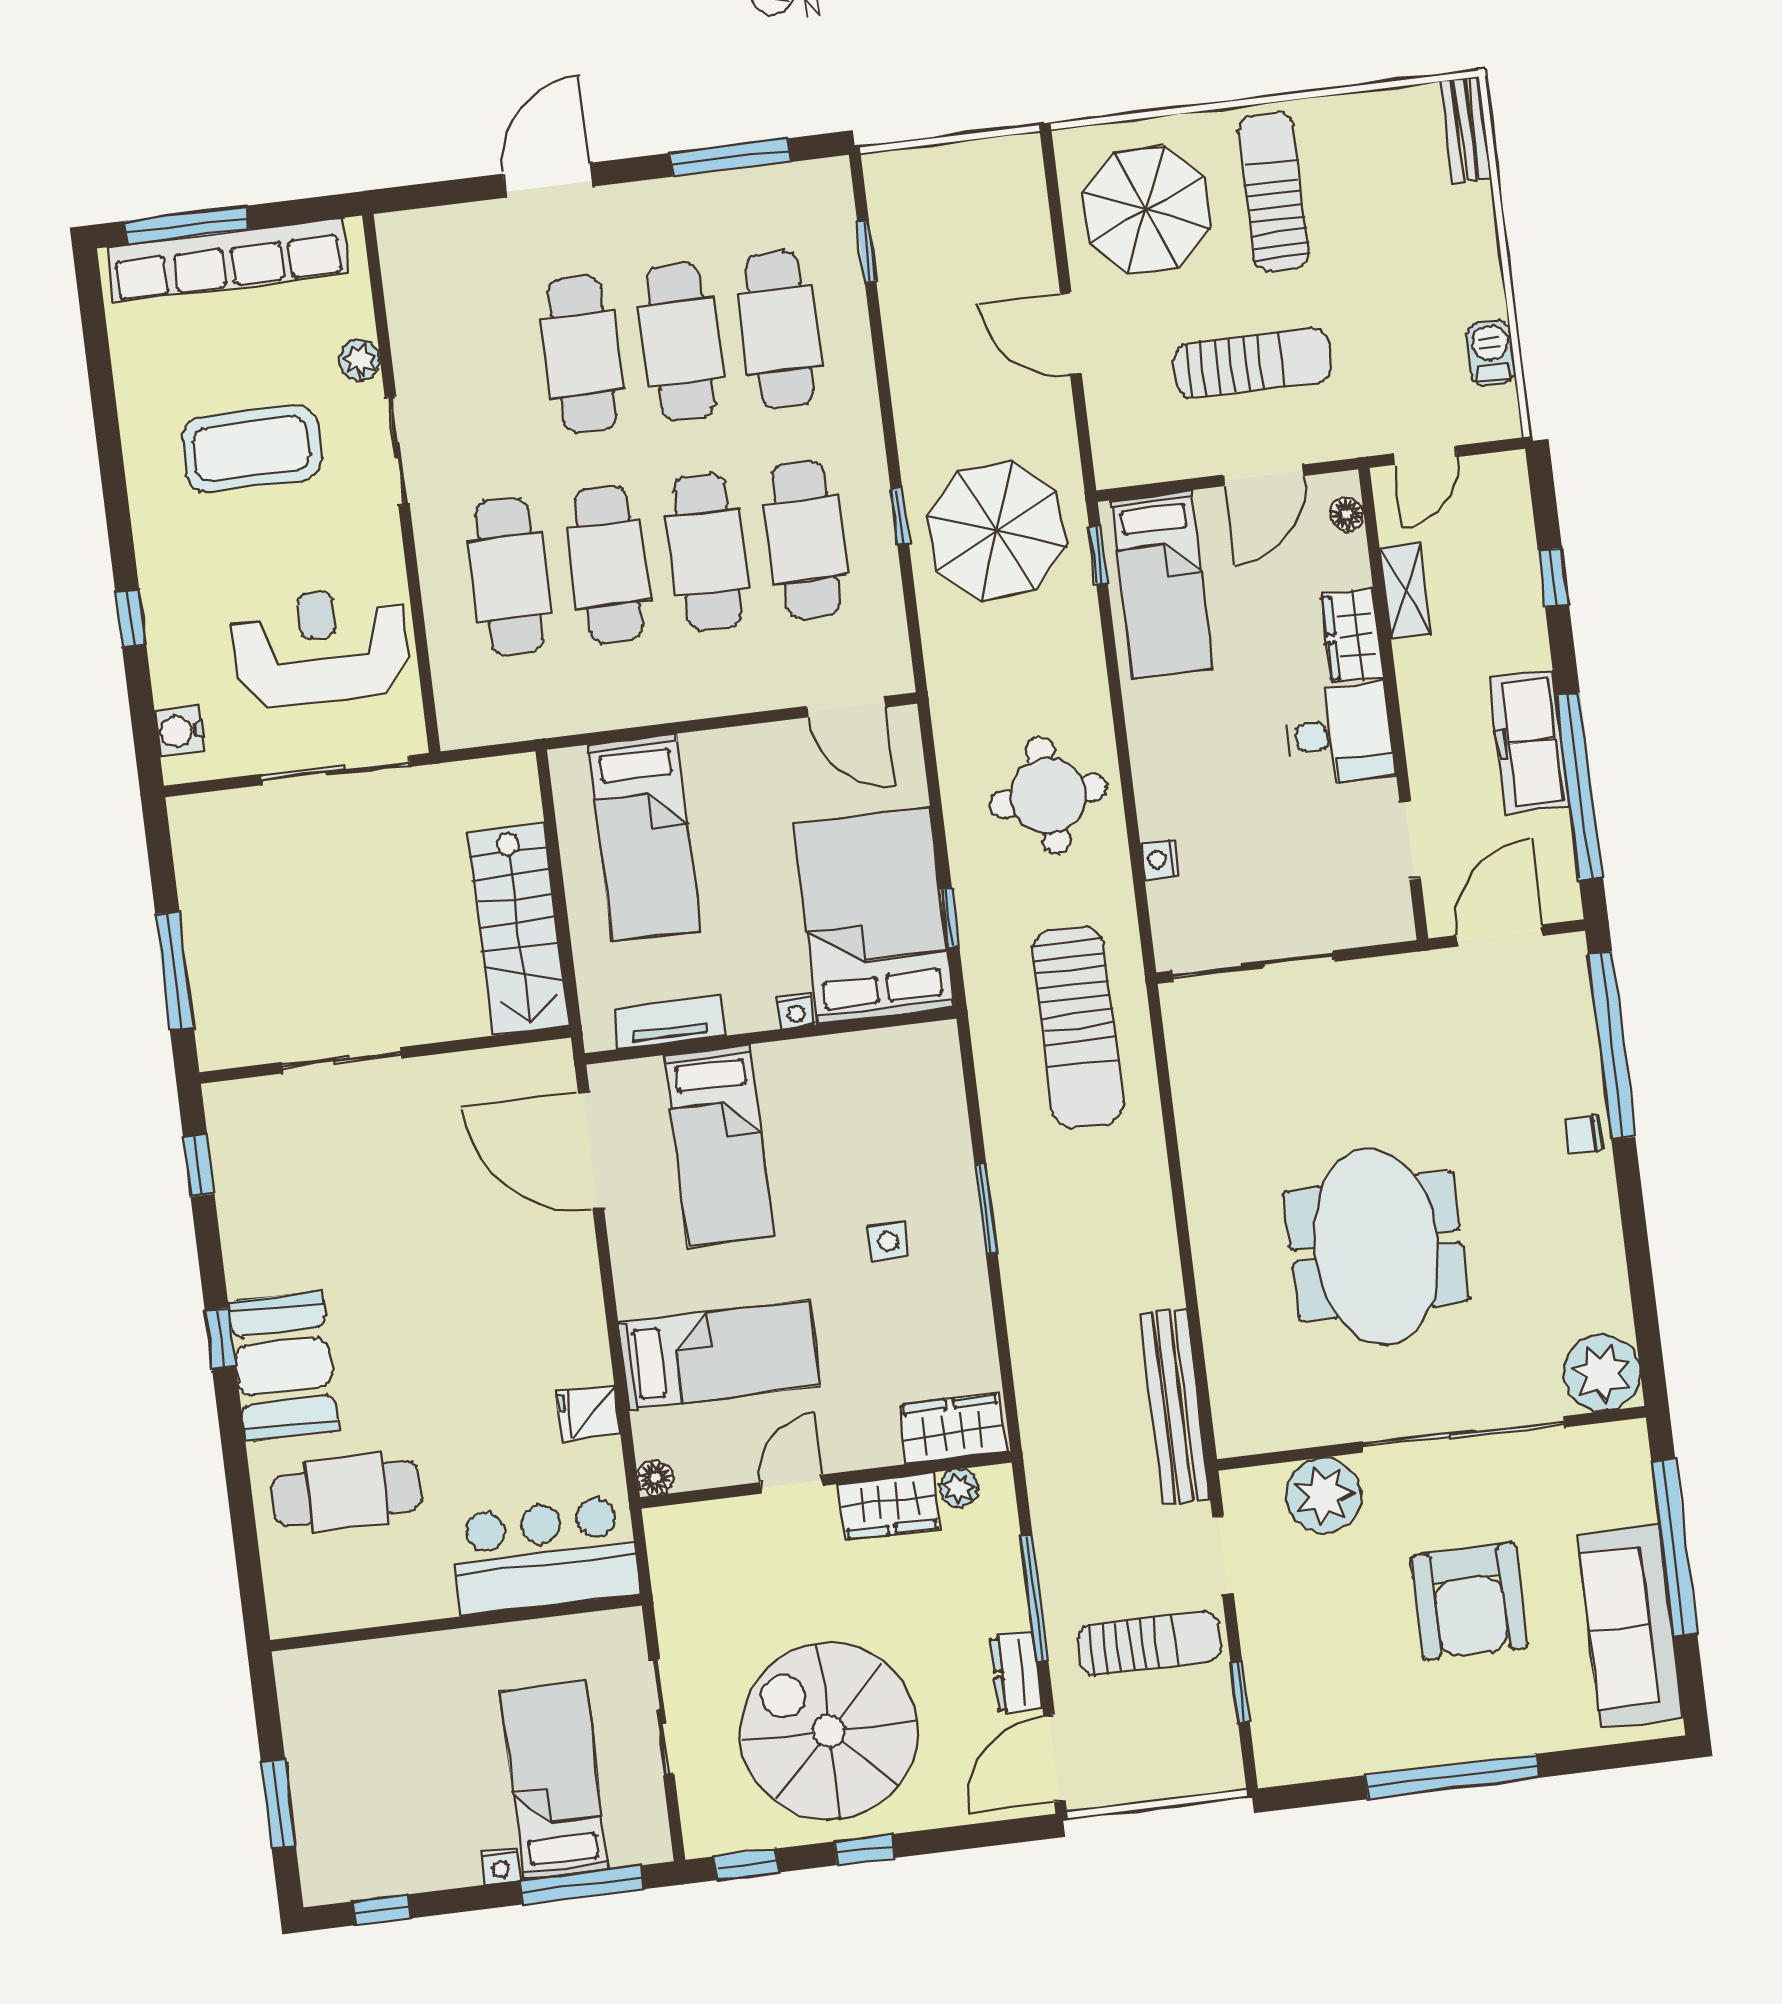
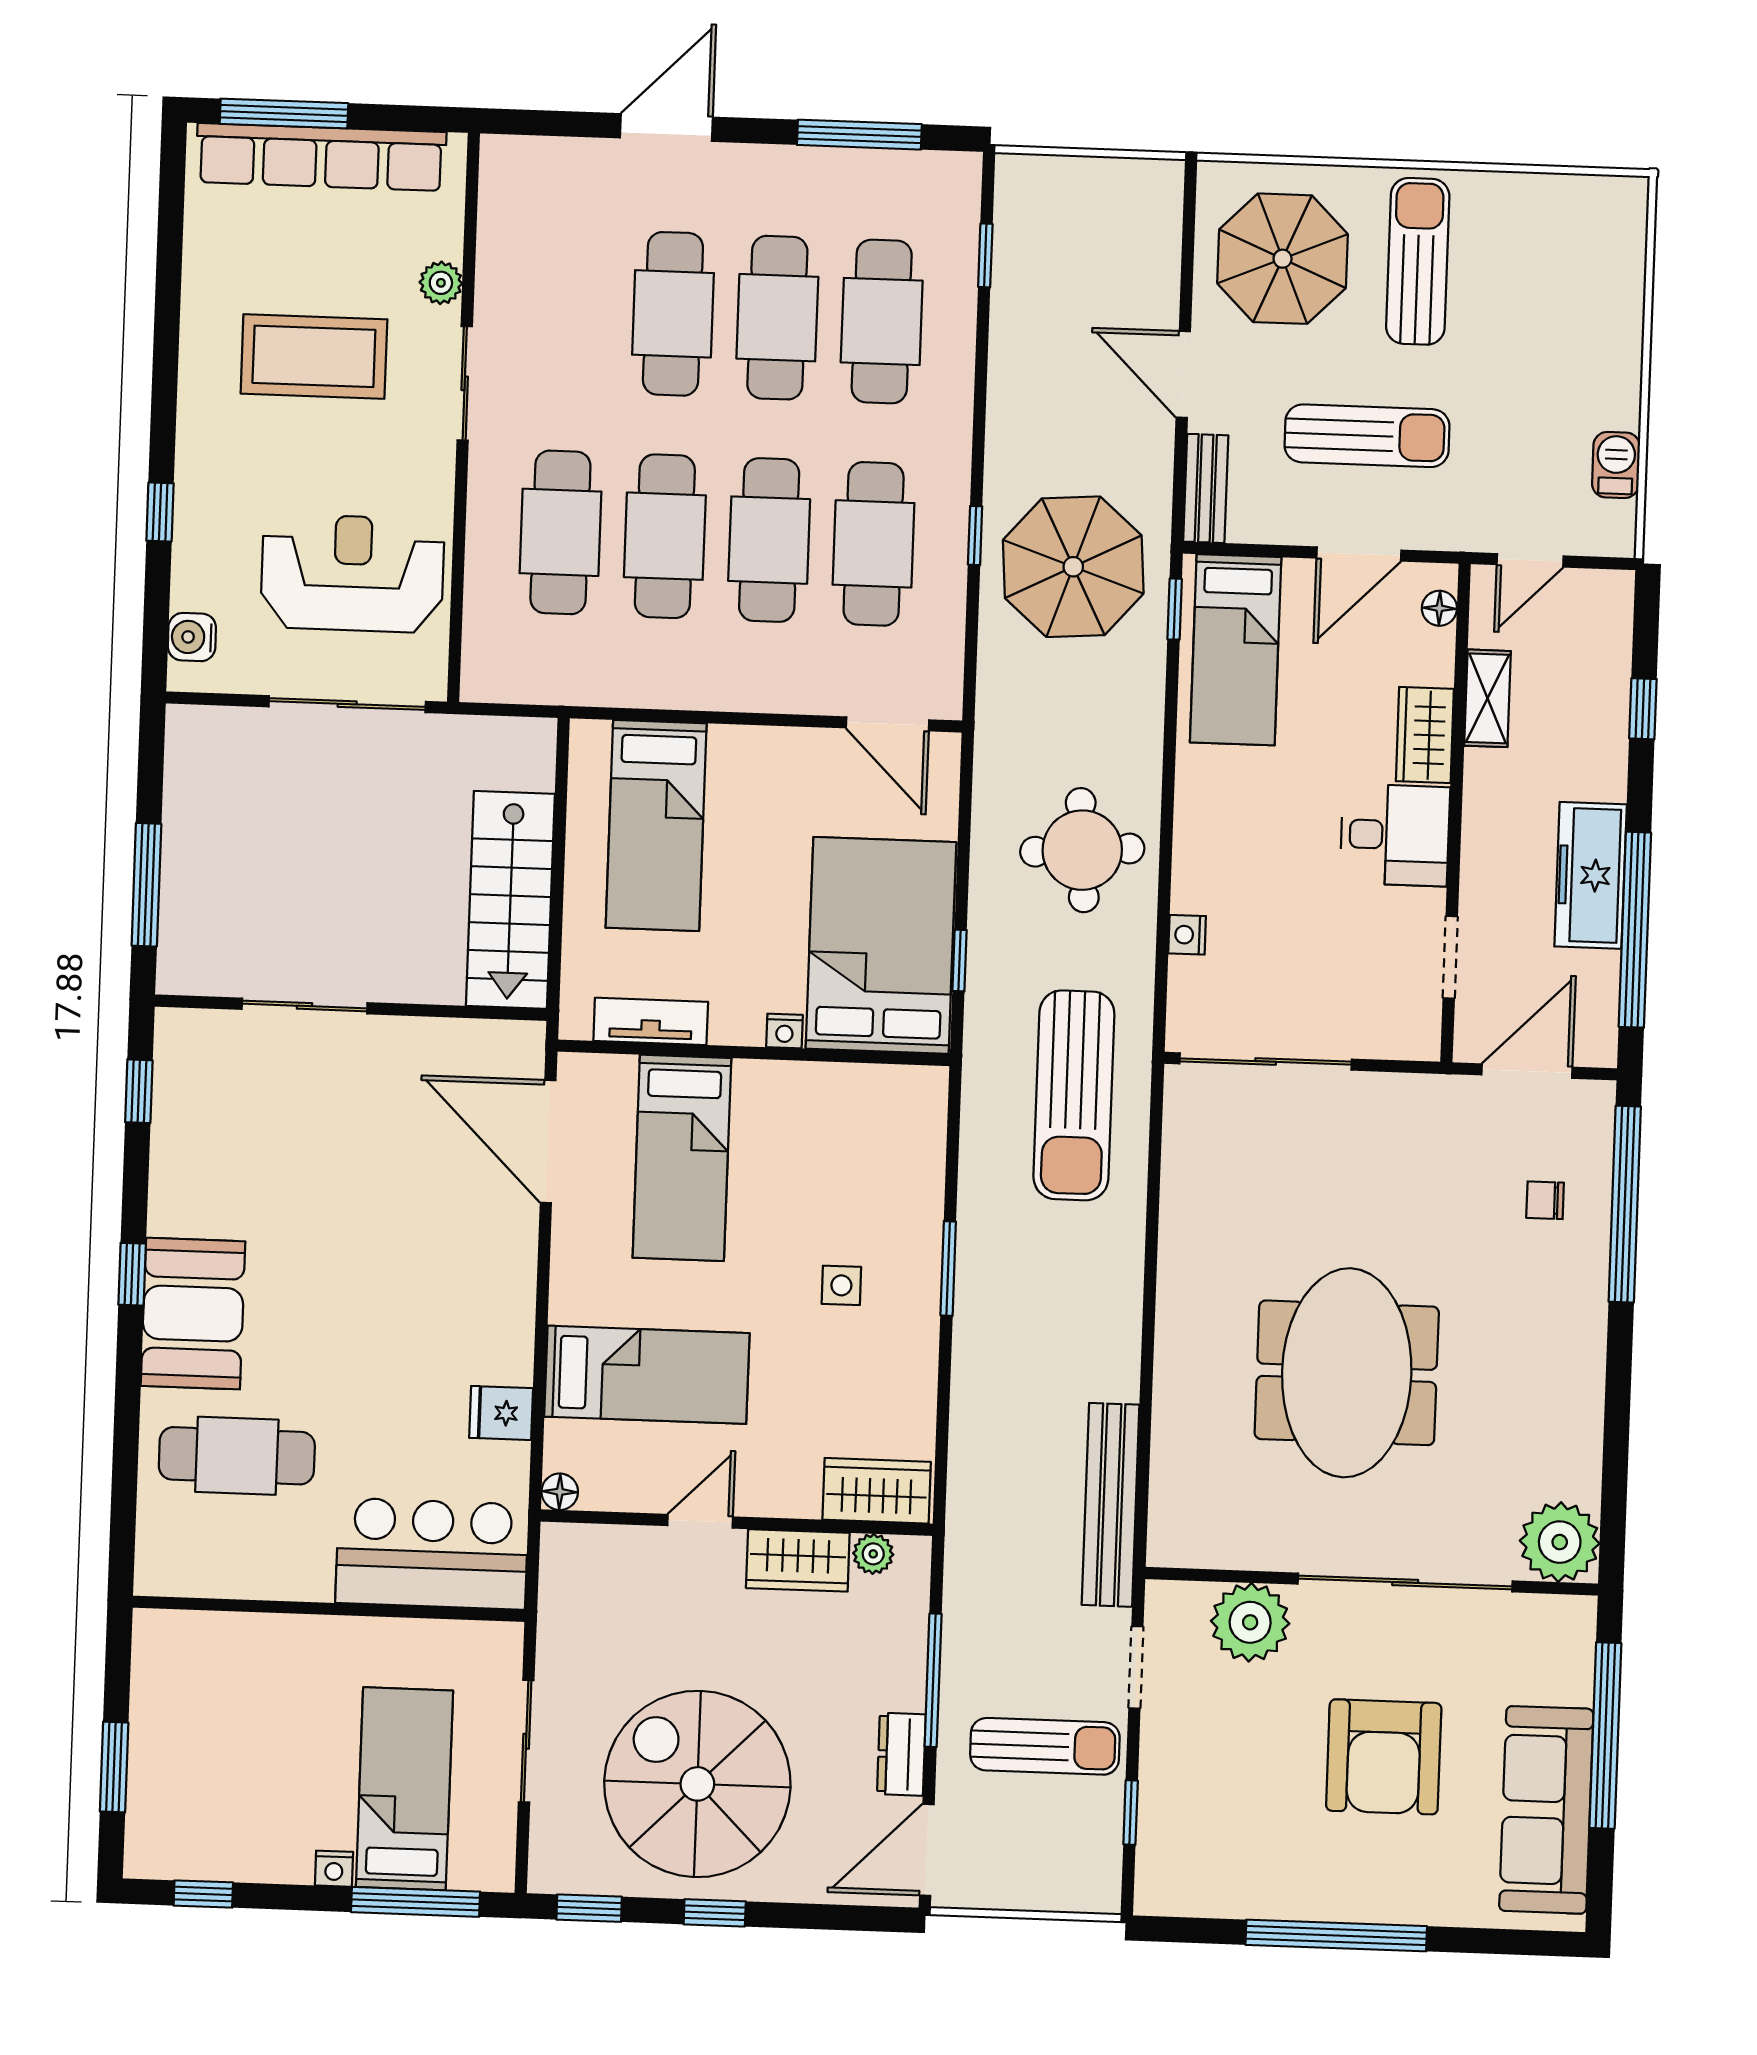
bench: (1466, 130) -> (1206, 488), moved
chair: (1584, 1134) -> (1545, 1200), moved

